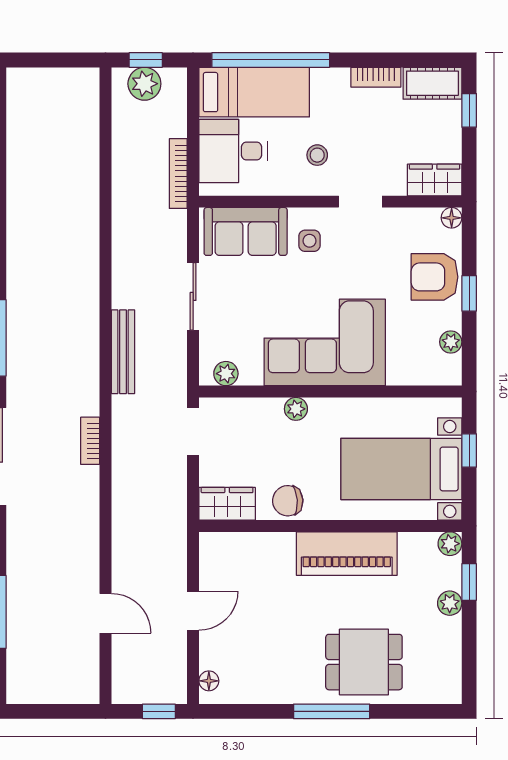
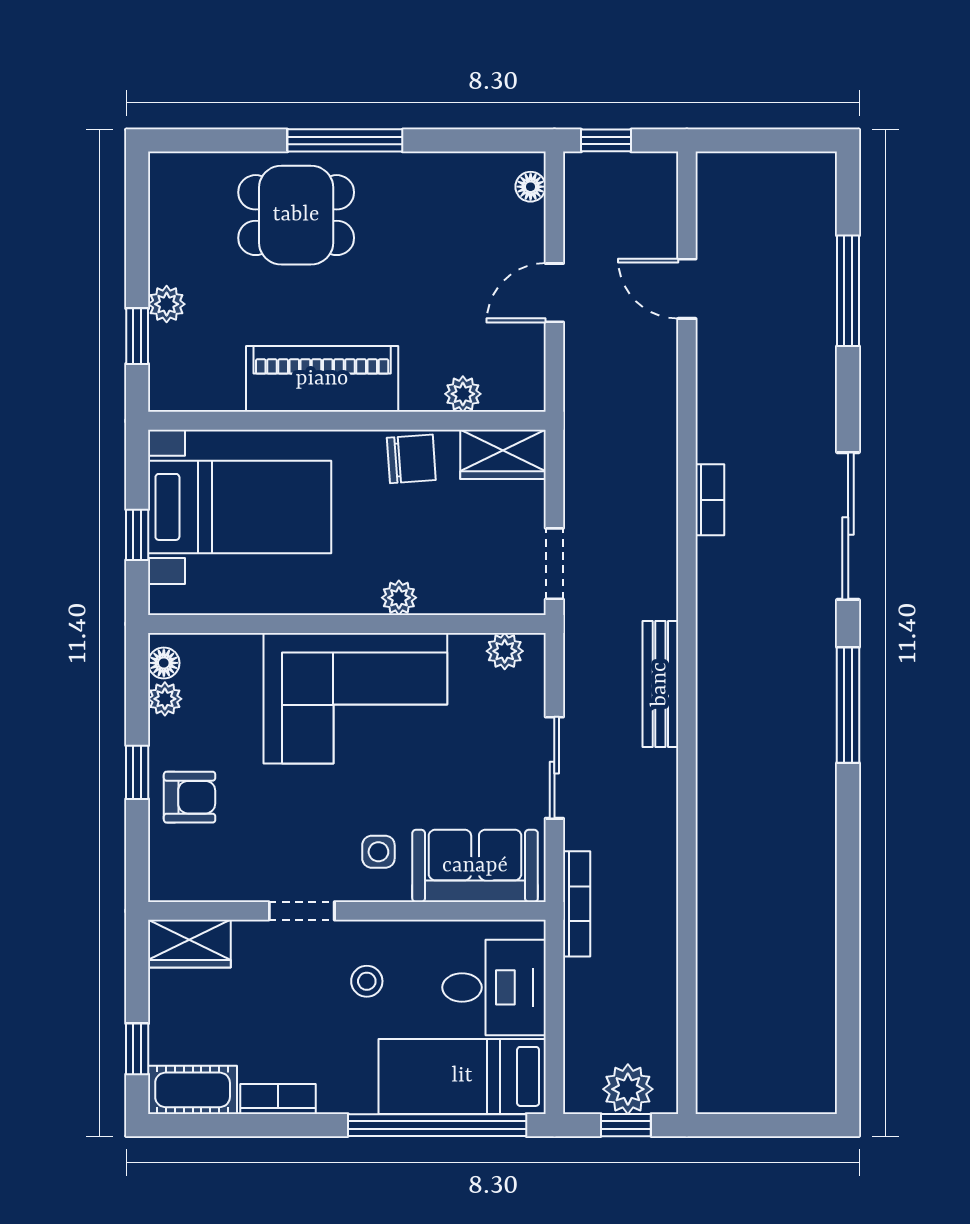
bookcase: (178, 174) -> (577, 904), moved
floor lamp: (452, 218) -> (164, 663), moved
armchair: (434, 277) -> (190, 797), width x0.72, depth x0.72
bookcase: (90, 441) -> (710, 500), moved
plant: (450, 544) -> (463, 394), moved

